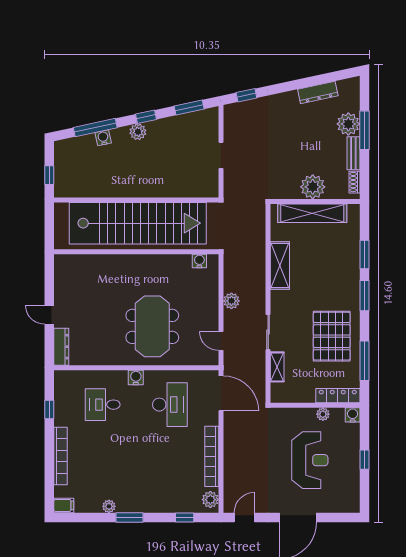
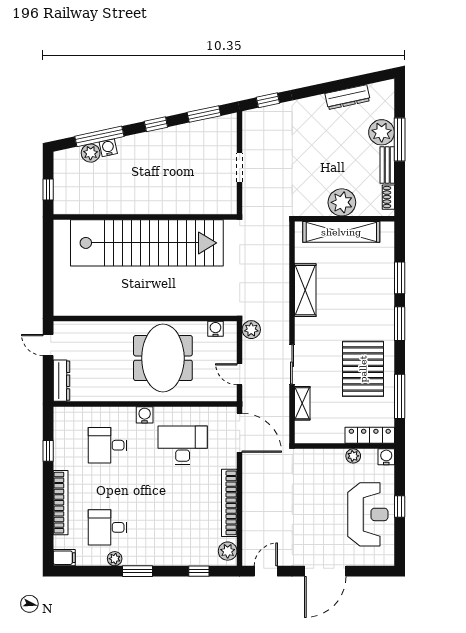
plant: (138, 132) -> (91, 153), moved
wall: (136, 252) -> (145, 318), moved
water cooler: (199, 261) -> (215, 329), moved
desk: (170, 405) -> (183, 445), turned -90
reception desk: (310, 460) -> (368, 514), moved
desk: (103, 478) -> (108, 527), added

